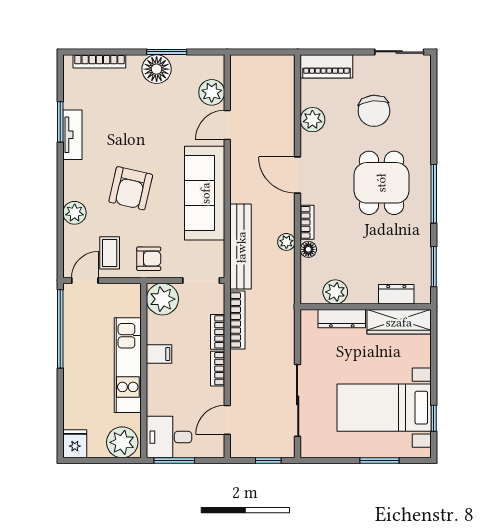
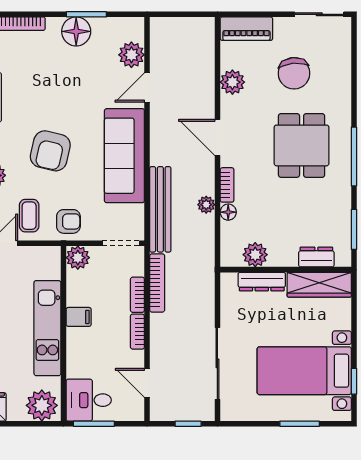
plant: (162, 299) -> (78, 258), width x0.73, depth x0.73
door: (227, 420) -> (147, 383), hinge flipped

